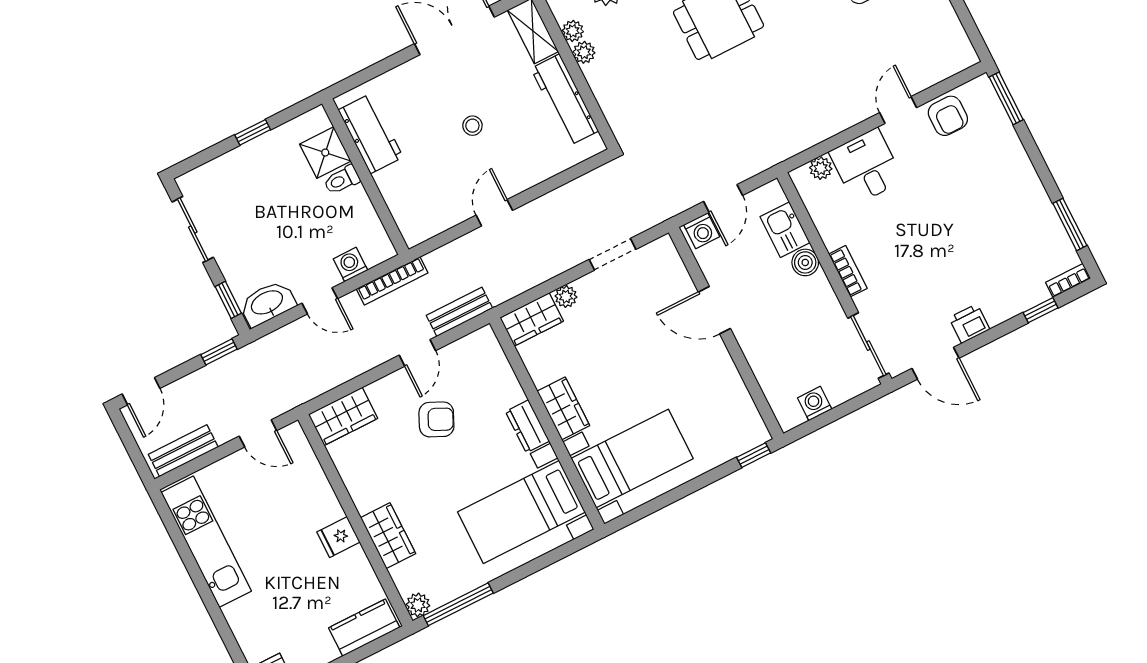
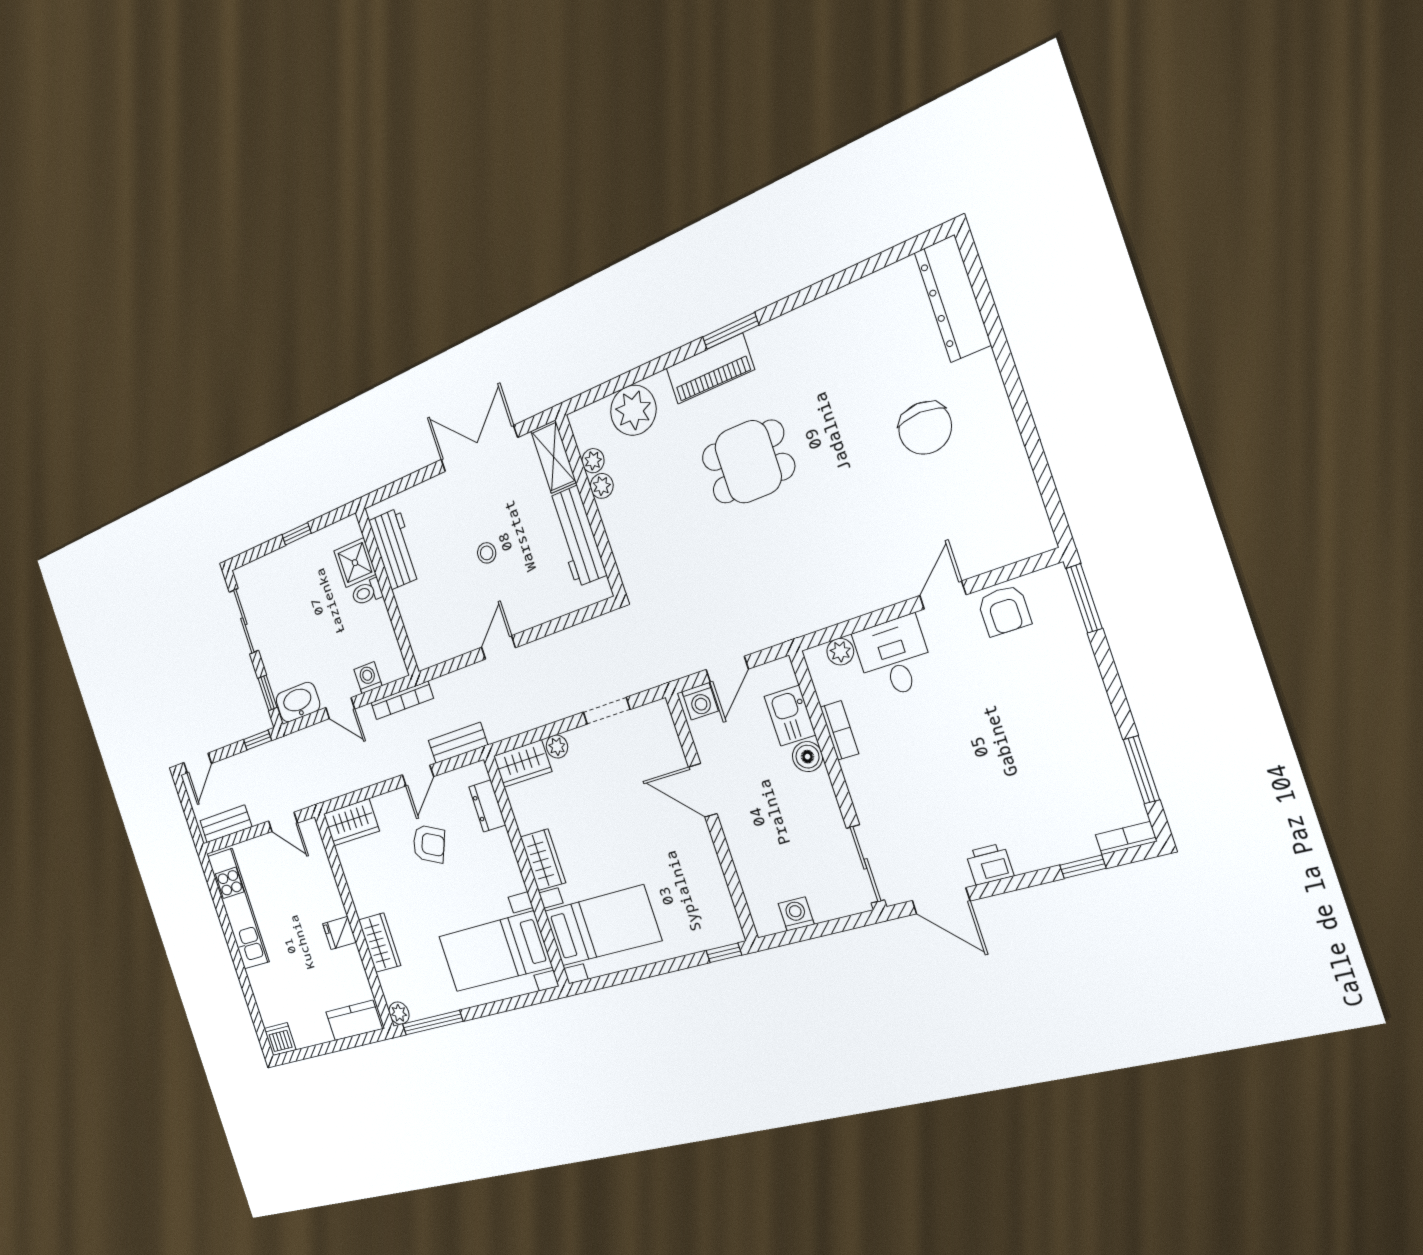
bookcase: (848, 271) -> (839, 730), moved
dresser: (527, 426) -> (487, 806), moved

